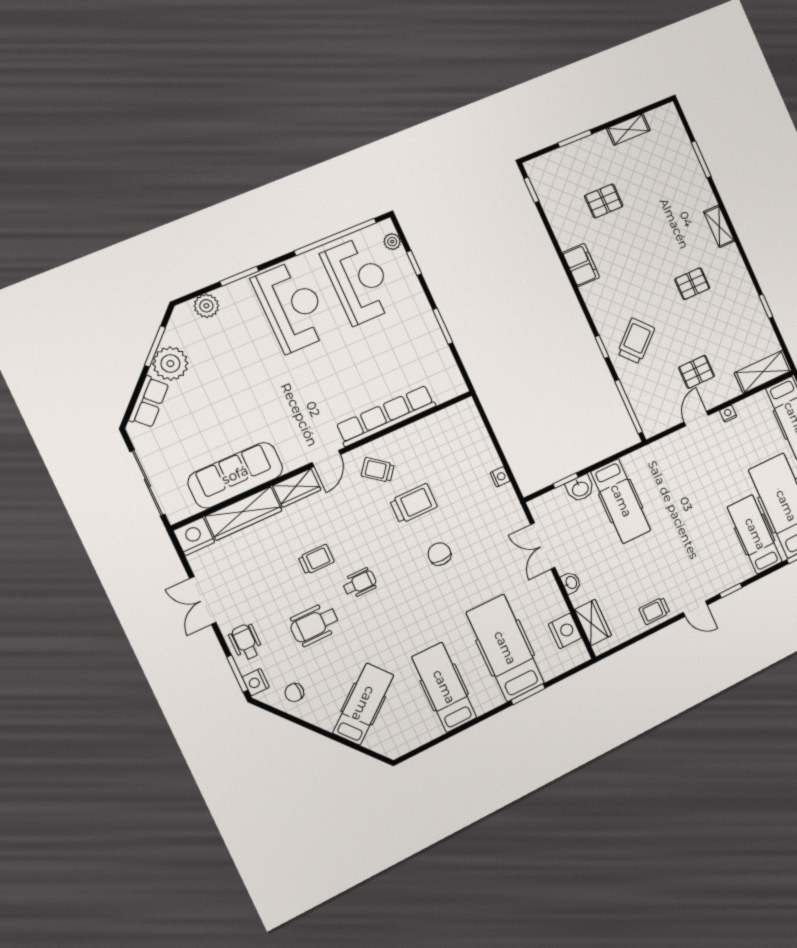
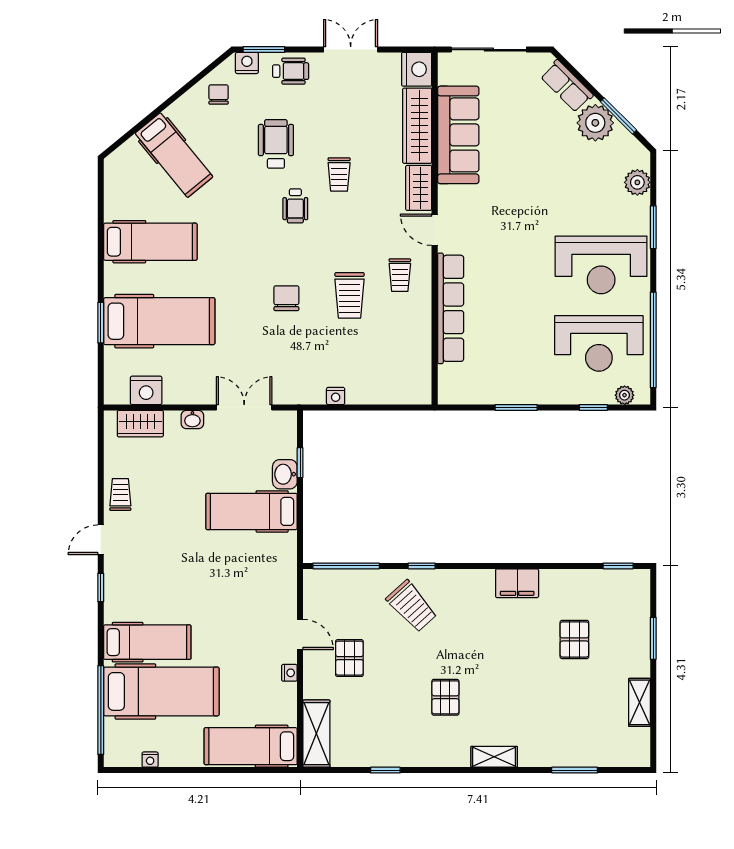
trolley: (378, 470) -> (400, 275), turned 142
chair: (439, 554) -> (286, 298), turned -90

